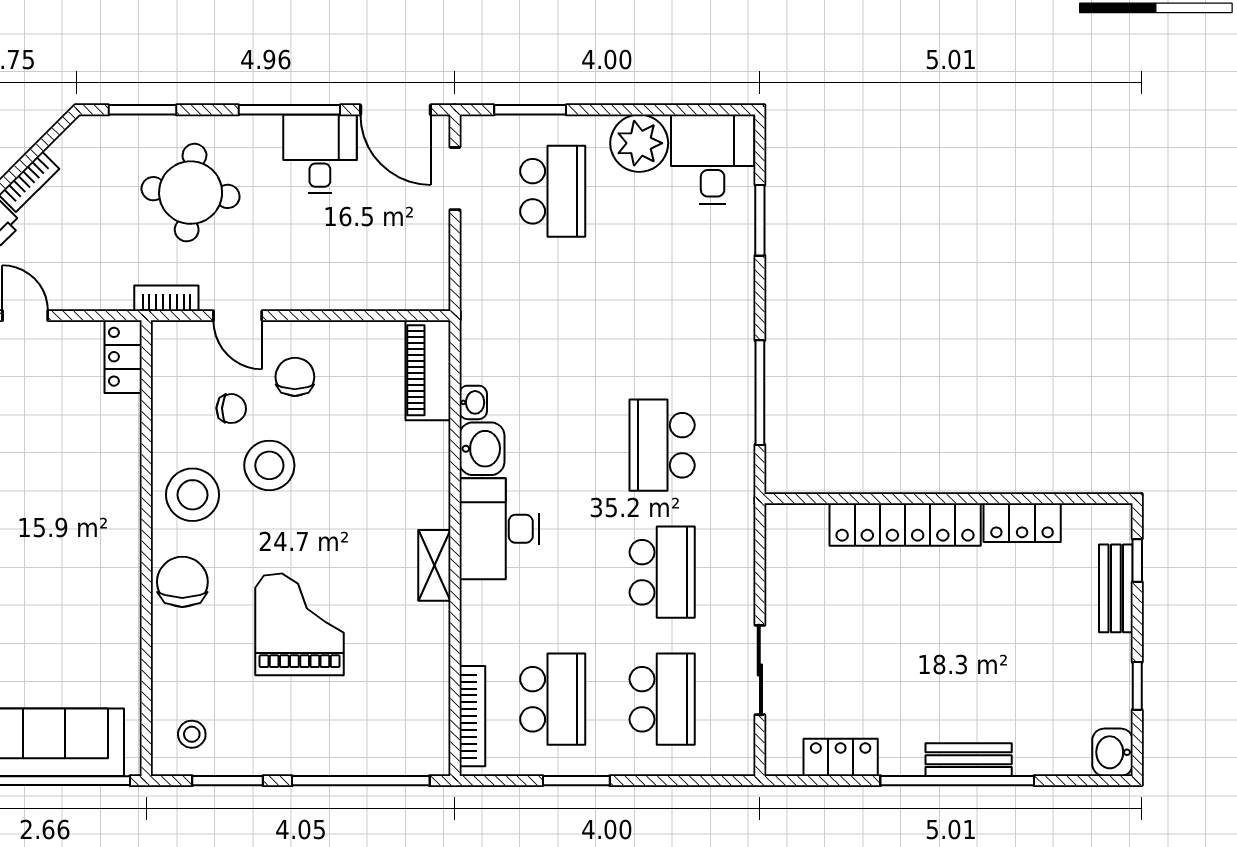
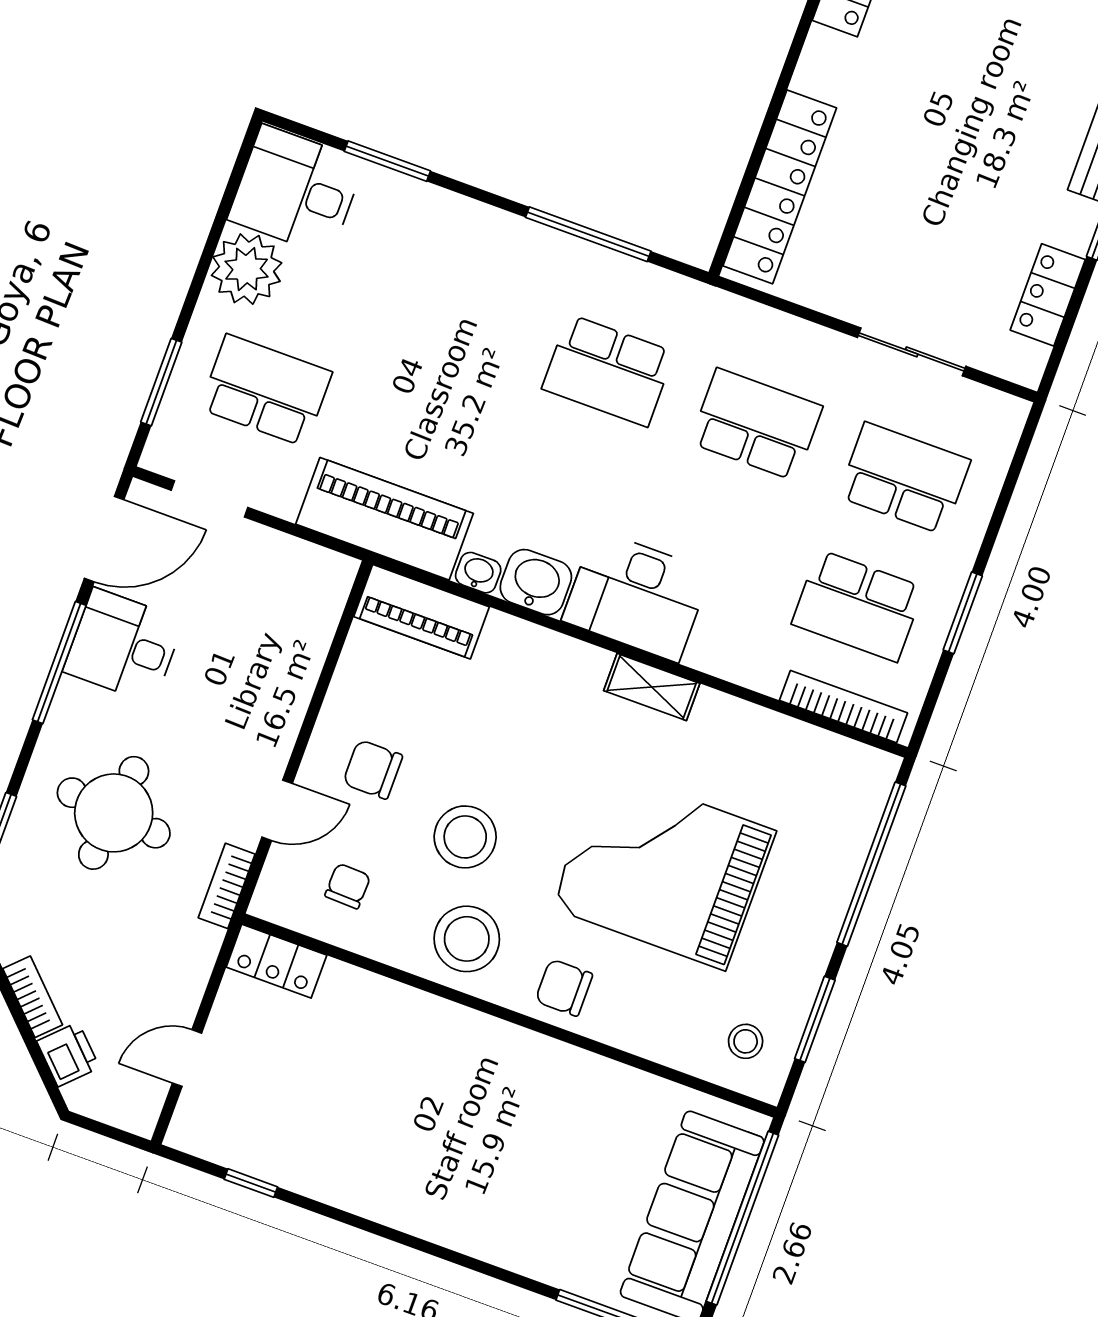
piano: (488, 317) -> (384, 519), added
chair: (231, 409) -> (348, 886), moved
locker: (905, 525) -> (780, 187), moved
chair: (182, 582) -> (564, 988), width x0.73, depth x0.73
grand piano: (300, 624) -> (663, 869), width x1.37, depth x1.48
school desk: (553, 699) -> (858, 606), turned 180

